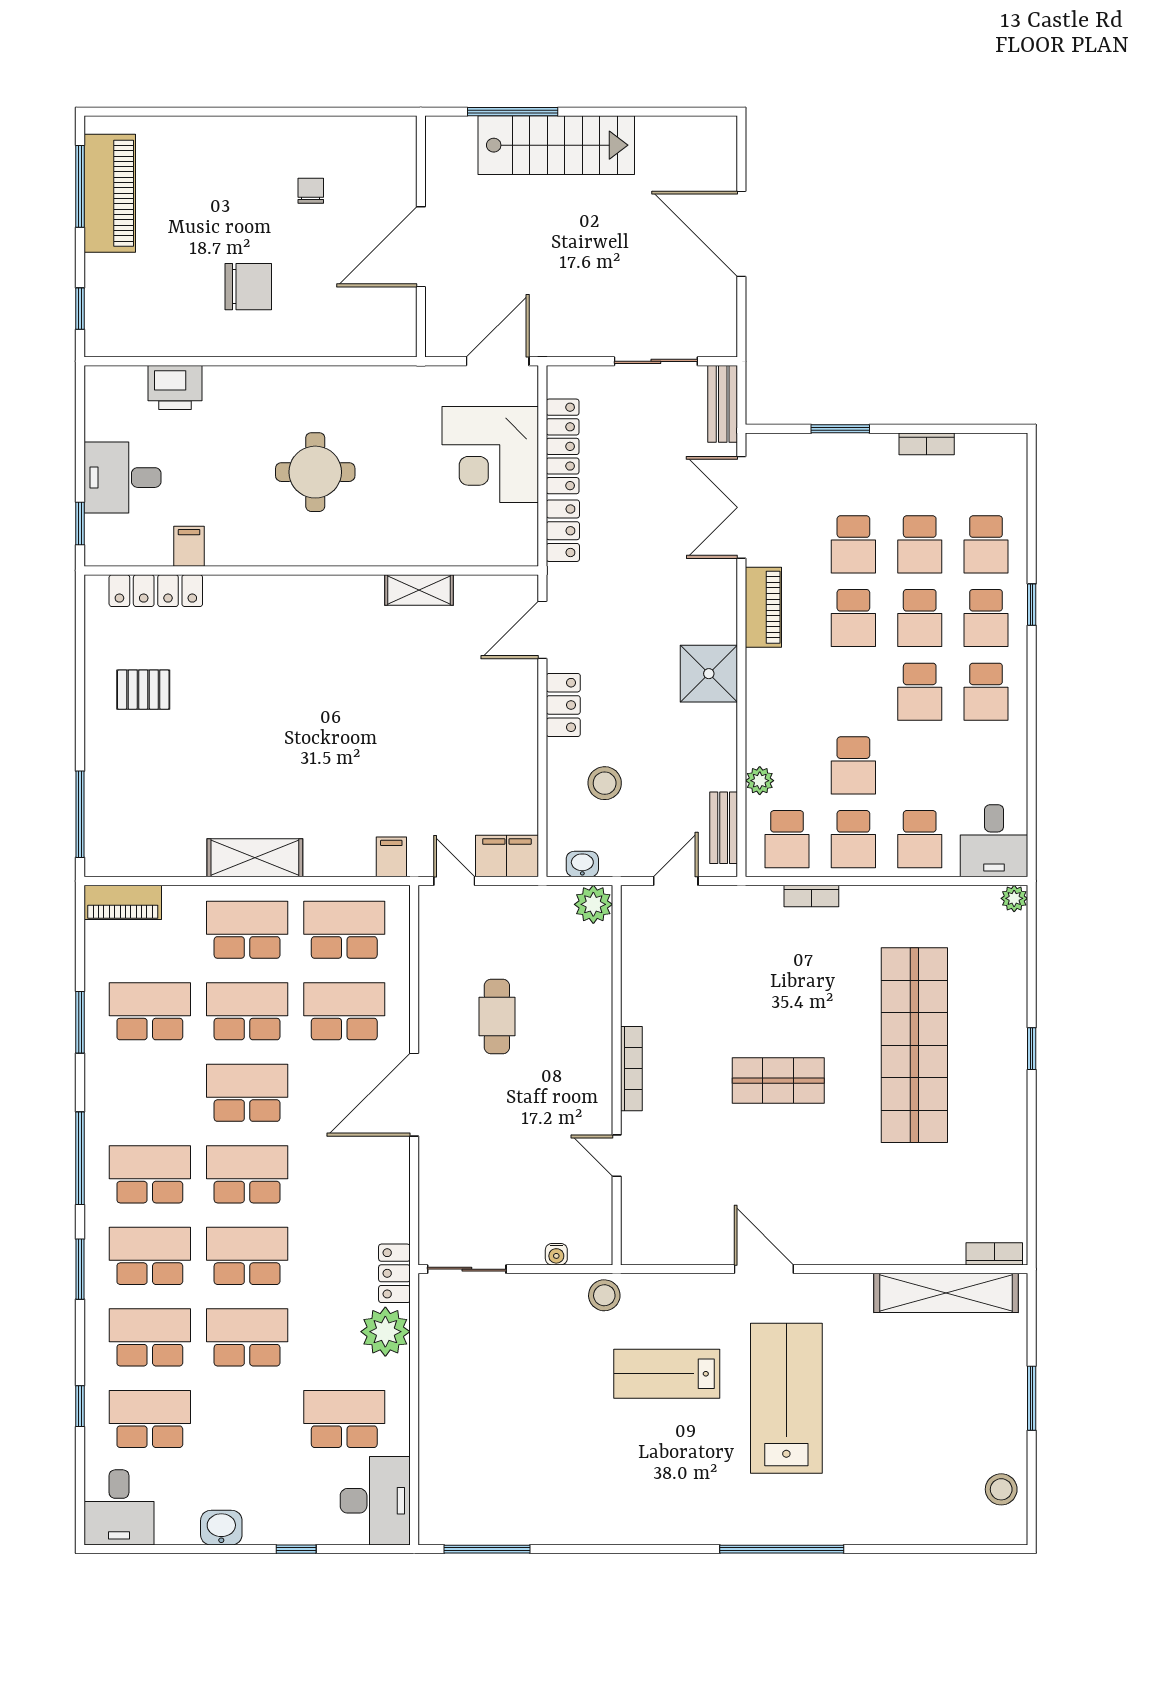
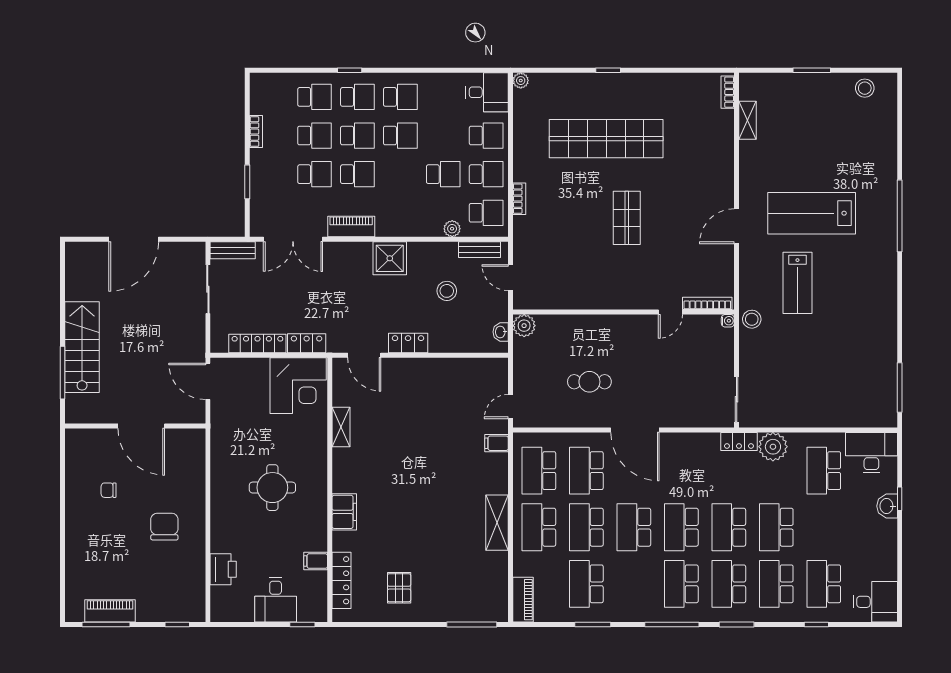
piano: (110, 193) -> (110, 611), width x0.73, depth x0.75
corner desk: (490, 454) -> (298, 386), moved
stool: (605, 783) -> (447, 291), moved
filing cabinet: (507, 856) -> (344, 512), moved, turned 180
bookcase: (631, 1069) -> (707, 303), moved
water cooler: (556, 1254) -> (728, 321), moved
shelving: (946, 1293) -> (747, 120), width x0.45, depth x0.75
washbasin: (221, 1528) -> (887, 506), moved

